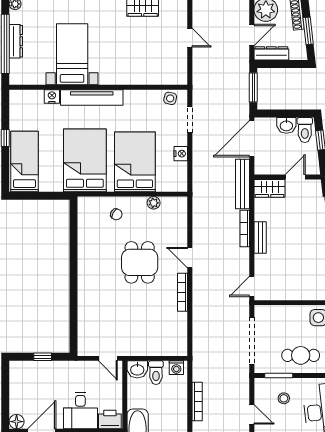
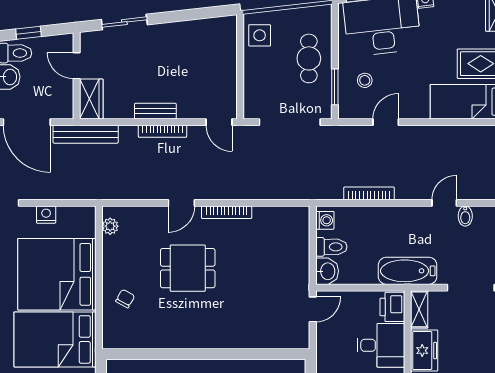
bed: (135, 162) -> (57, 274), width x1.36
plant: (154, 203) -> (110, 226), moved
bookcase: (245, 229) -> (163, 131), moved

